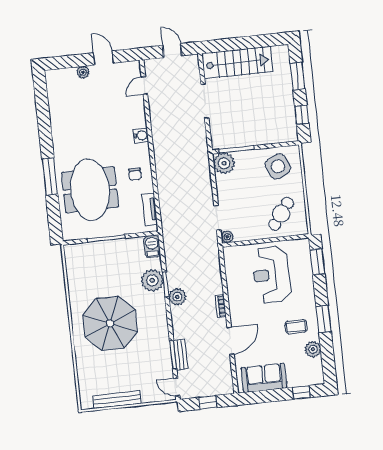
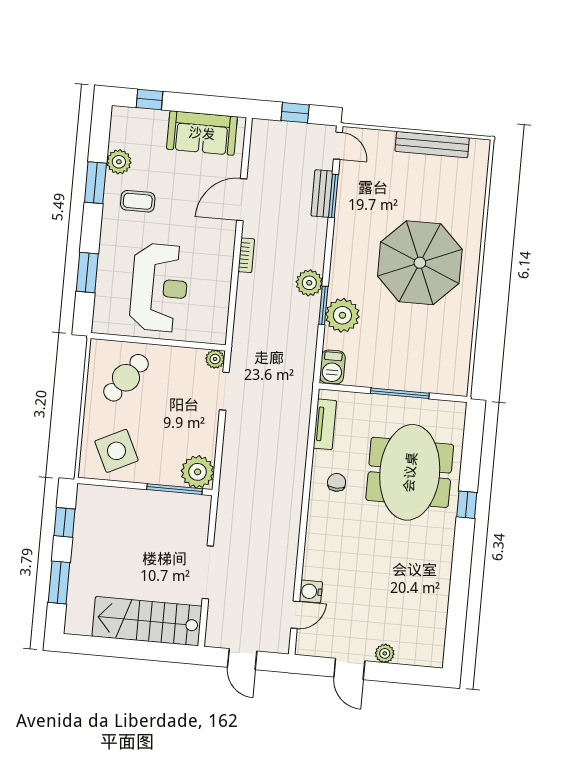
water cooler: (141, 135) -> (311, 591), moved
window: (50, 177) -> (467, 505), width x0.46
window: (317, 262) -> (87, 273), moved
window: (324, 319) -> (95, 183), moved

